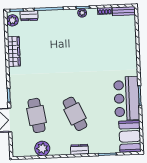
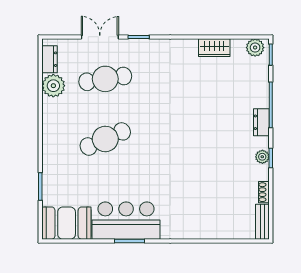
dresser: (29, 16) -> (261, 122), moved
wardrobe: (14, 51) -> (214, 48), width x0.67
dresser: (79, 149) -> (50, 59), moved

